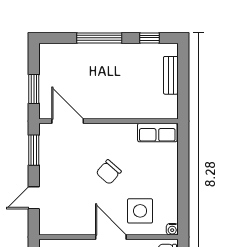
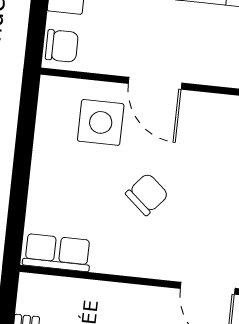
water cooler: (172, 229) -> (49, 85), removed

